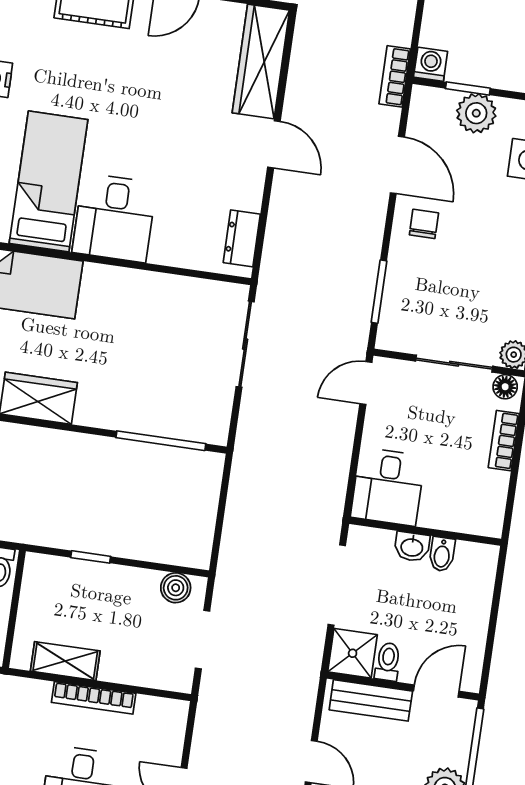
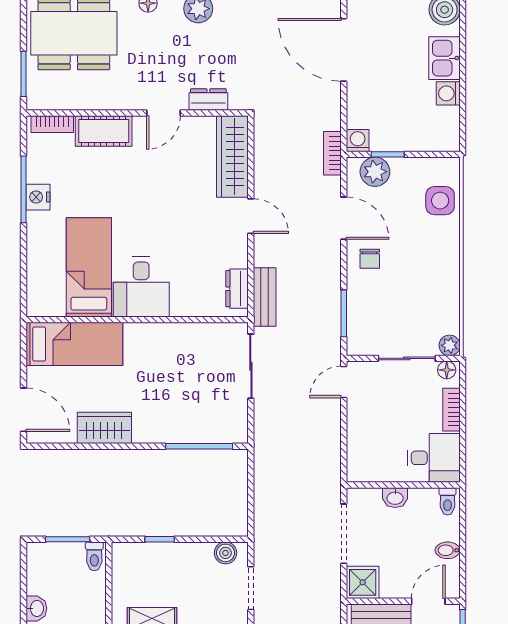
plant: (476, 113) -> (375, 172), moved
chair: (424, 224) -> (370, 259), turned 180
bench: (277, 255) -> (265, 297), added
desk: (388, 487) -> (434, 458), moved, turned -90
bidet: (442, 554) -> (448, 550), moved, turned 90
toilet: (388, 662) -> (448, 501), moved, turned 180

